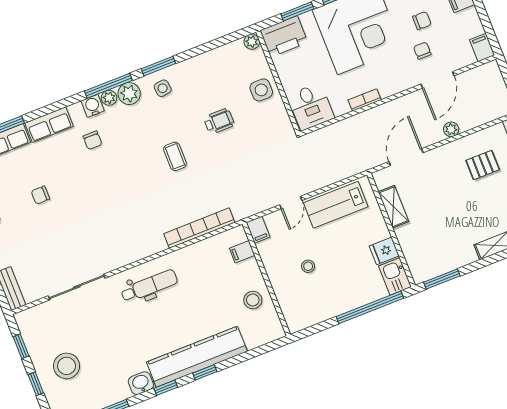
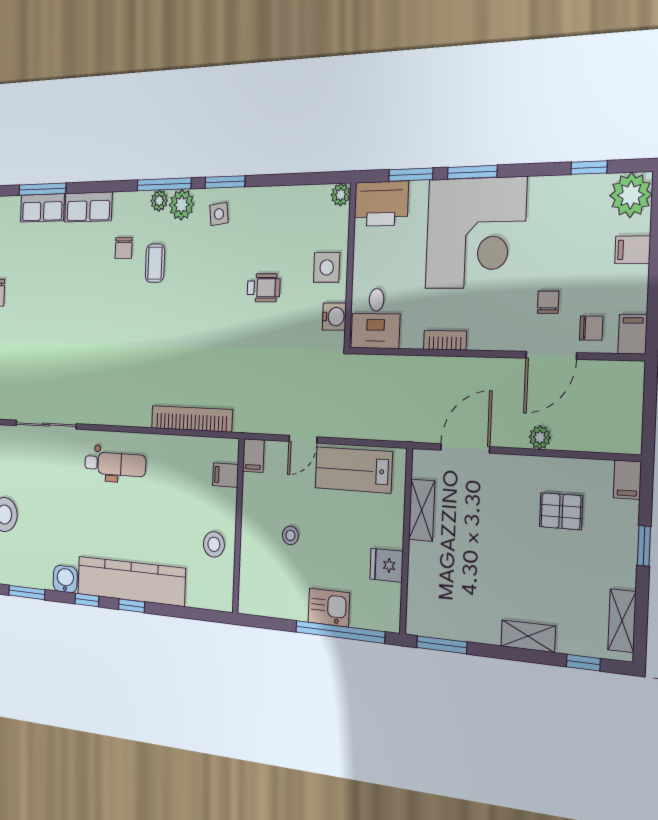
chair: (422, 21) -> (591, 328), moved
water cooler: (93, 106) -> (334, 317), moved, turned 90
coffee table: (175, 156) -> (155, 263), moved
chair: (40, 195) -> (51, 292), removed
kitchen sink: (395, 276) -> (329, 608), moved, turned 90

